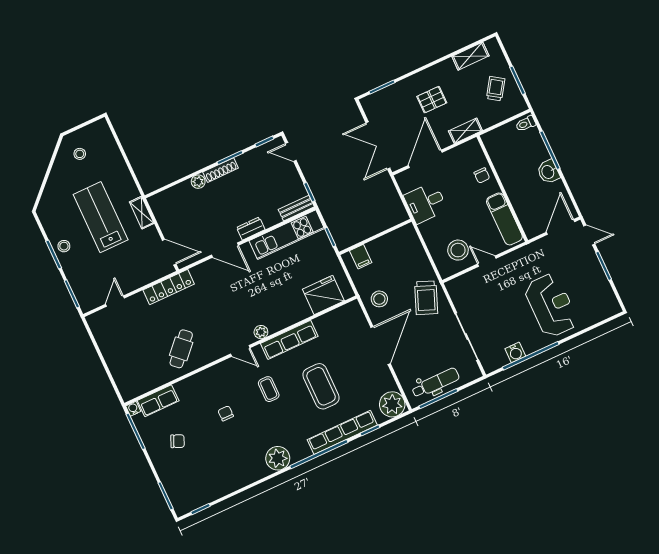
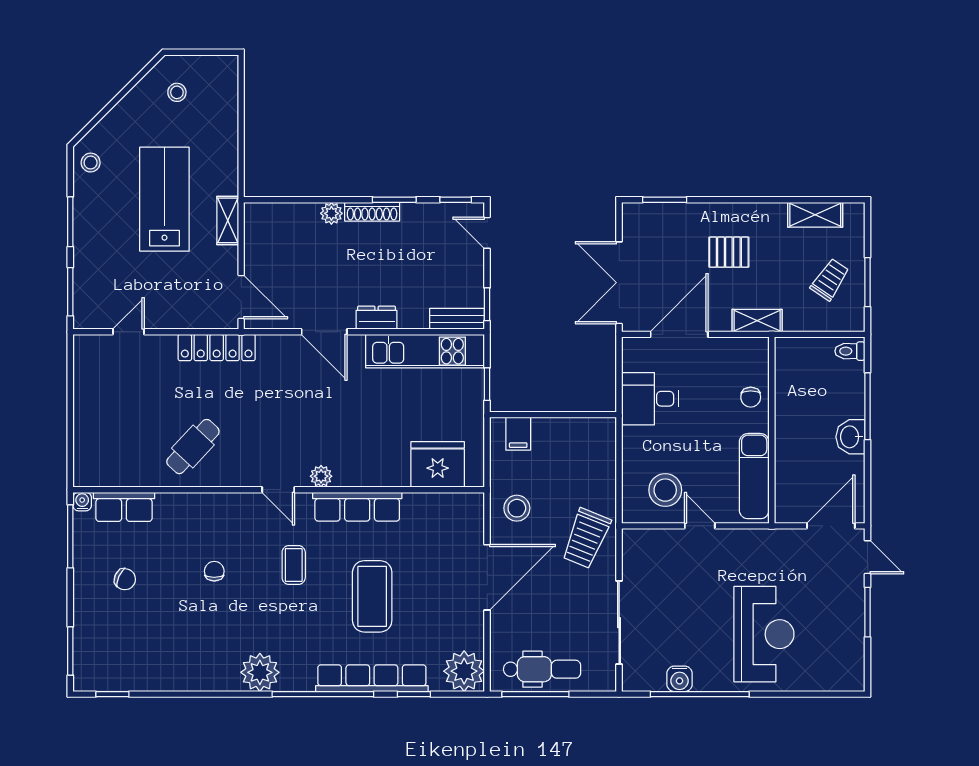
stool: (64, 246) -> (91, 163), moved

